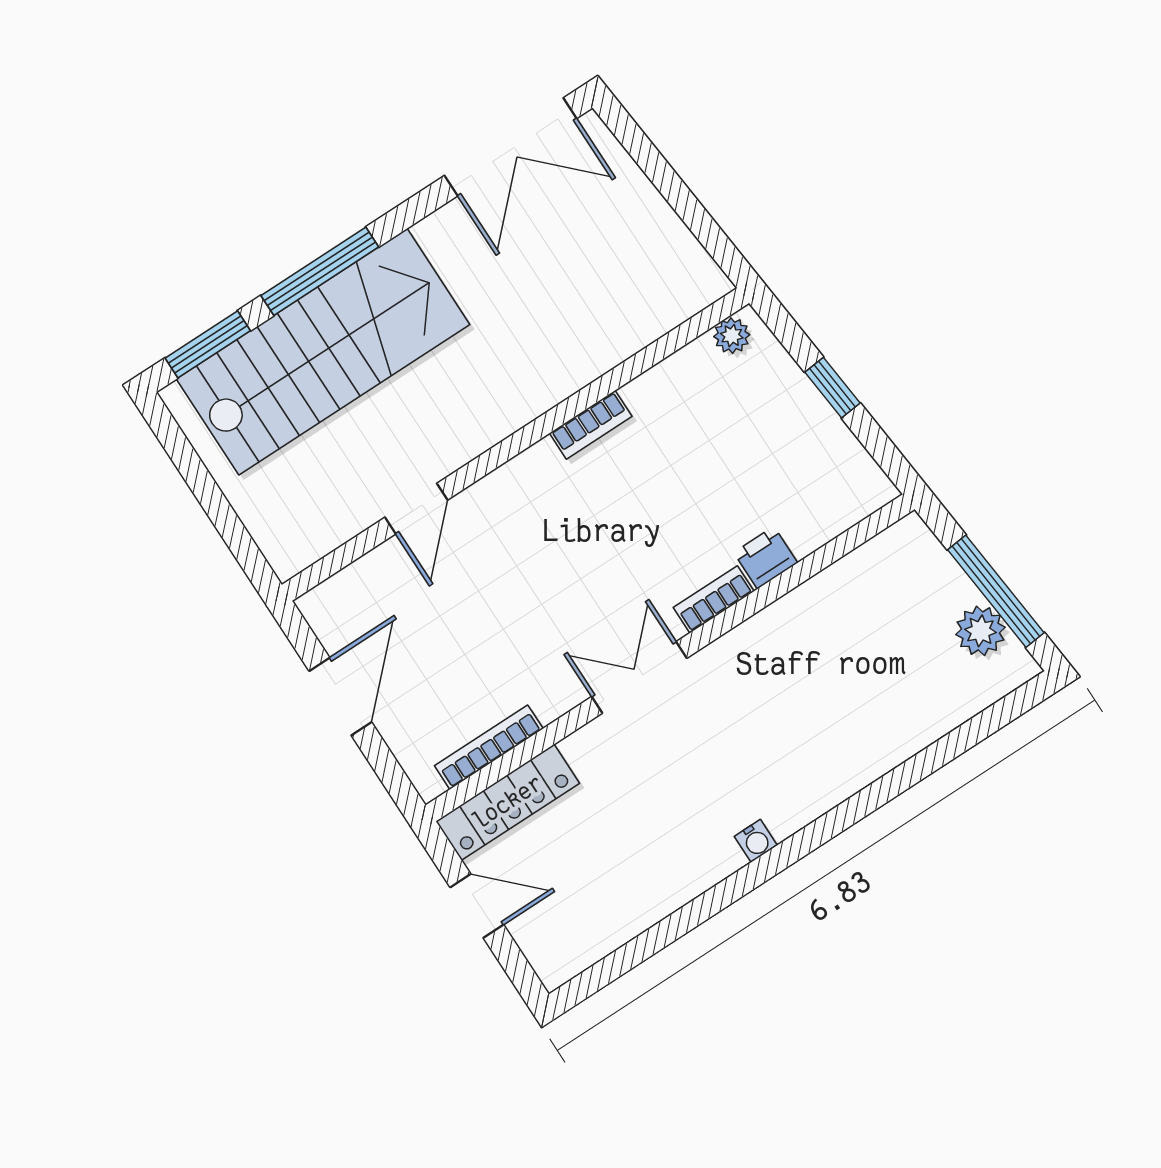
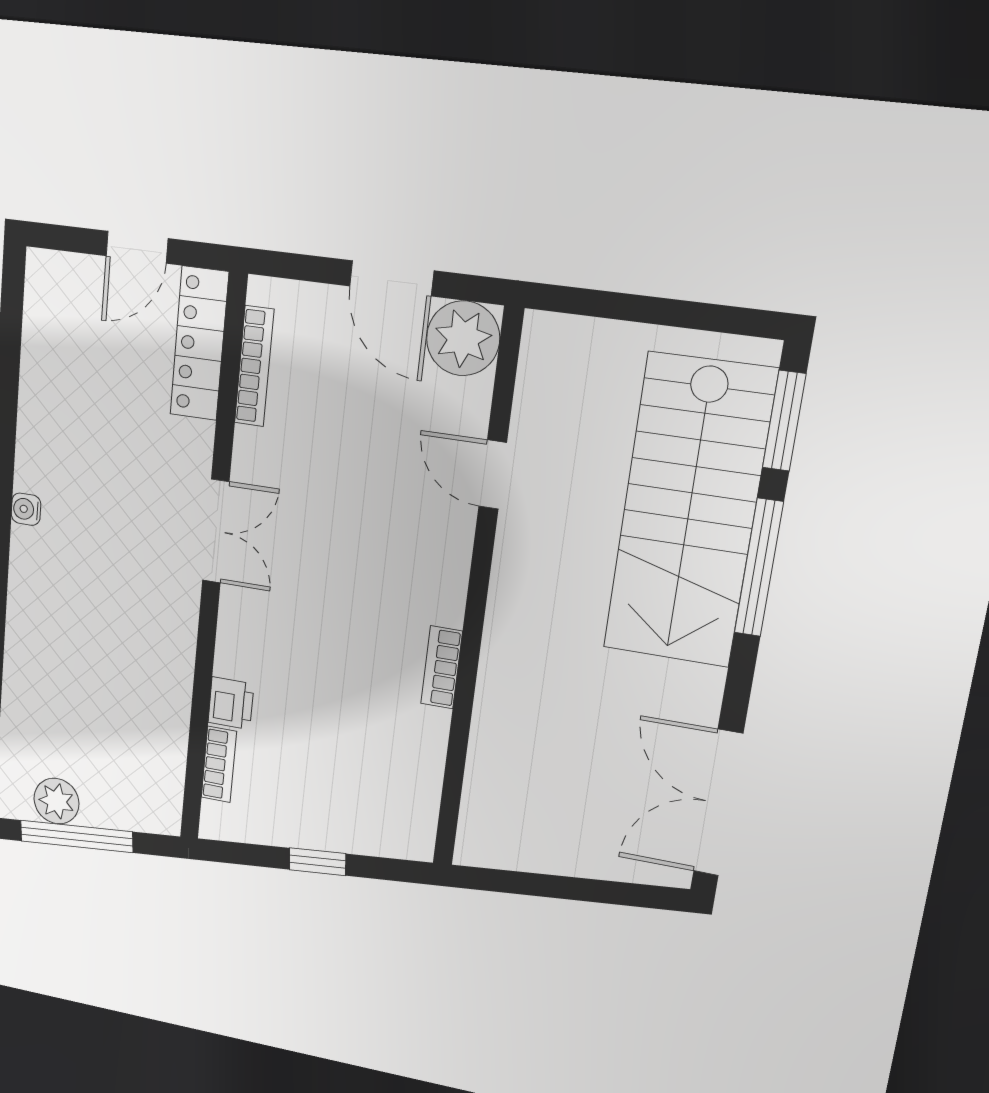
plant: (732, 336) -> (463, 338), moved, width x1.88, depth x1.88
bookcase: (714, 599) -> (219, 764), moved

